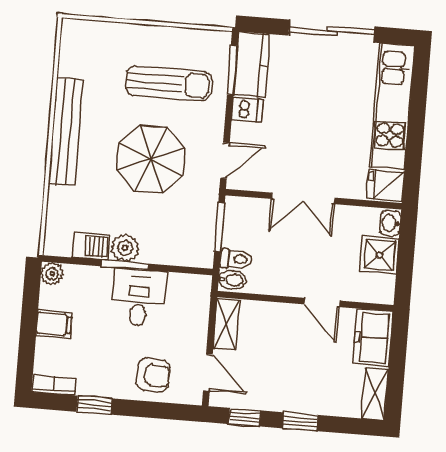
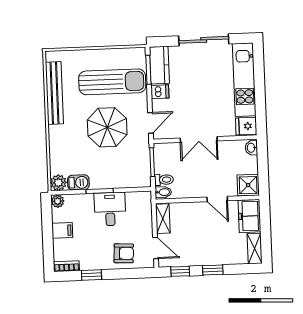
sun lounger: (169, 83) -> (112, 82), width x1.36, depth x1.34
bench: (66, 132) -> (54, 93), moved
plant: (125, 248) -> (58, 183), moved
shower: (380, 255) -> (248, 185), moved

